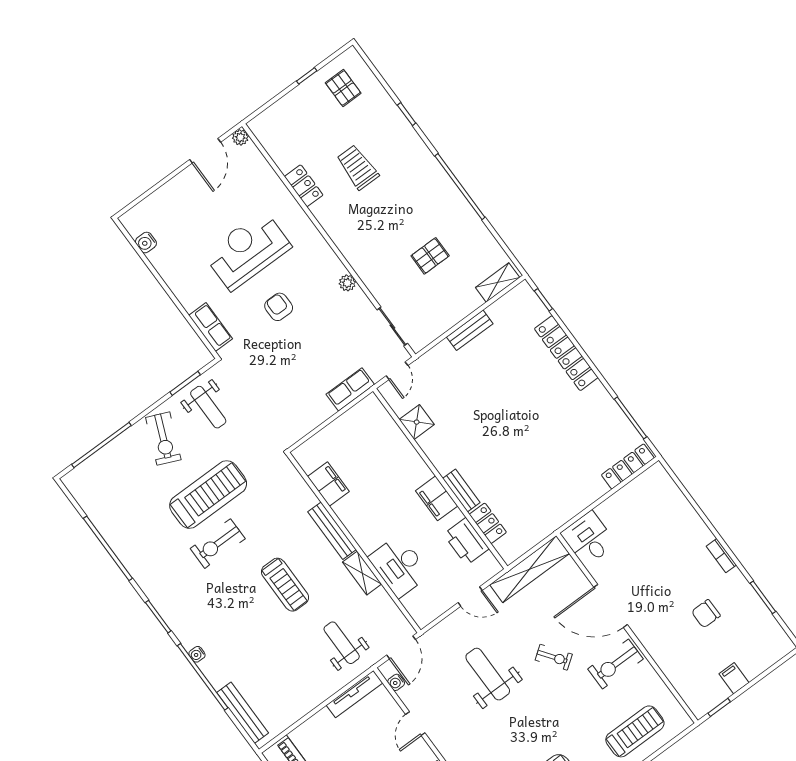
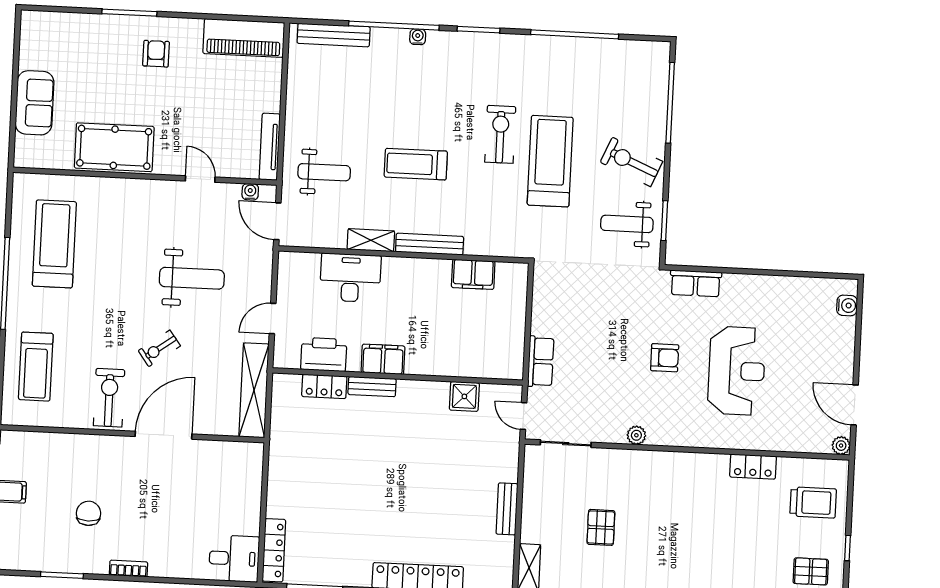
trolley: (358, 167) -> (813, 502), moved
water cooler: (146, 242) -> (847, 305), moved, turned 90
treadmill: (208, 495) -> (550, 161), turned 180
desk: (588, 539) -> (234, 558), moved

